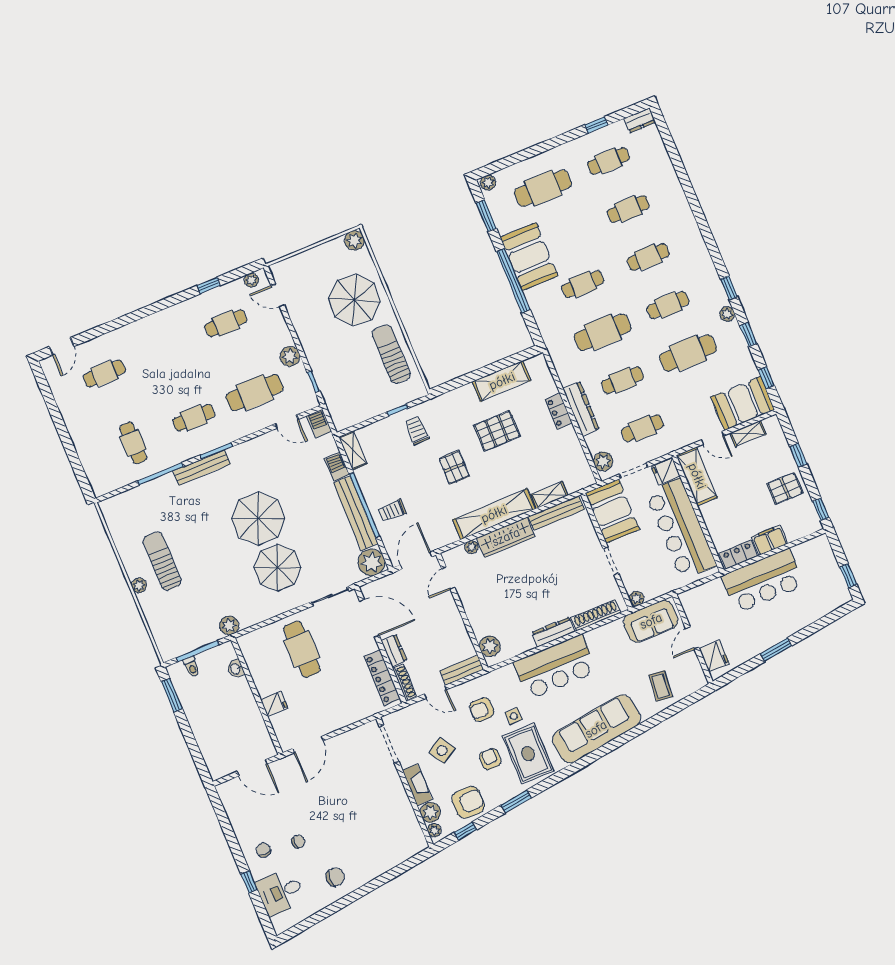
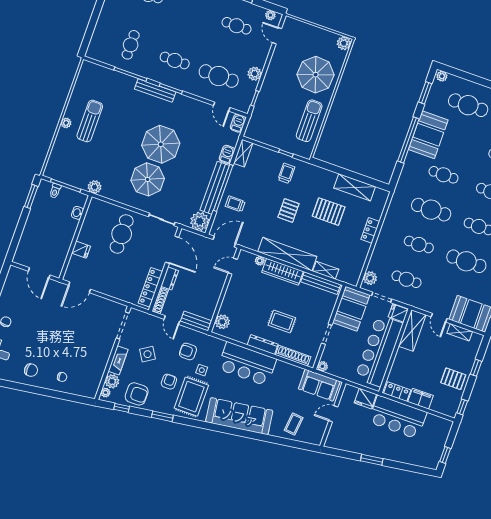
dresser: (581, 409) -> (383, 240), removed
rug: (552, 590) -> (282, 321), added
fridge: (714, 656) -> (365, 399), moved, turned 90
chair: (298, 842) -> (62, 377), moved

